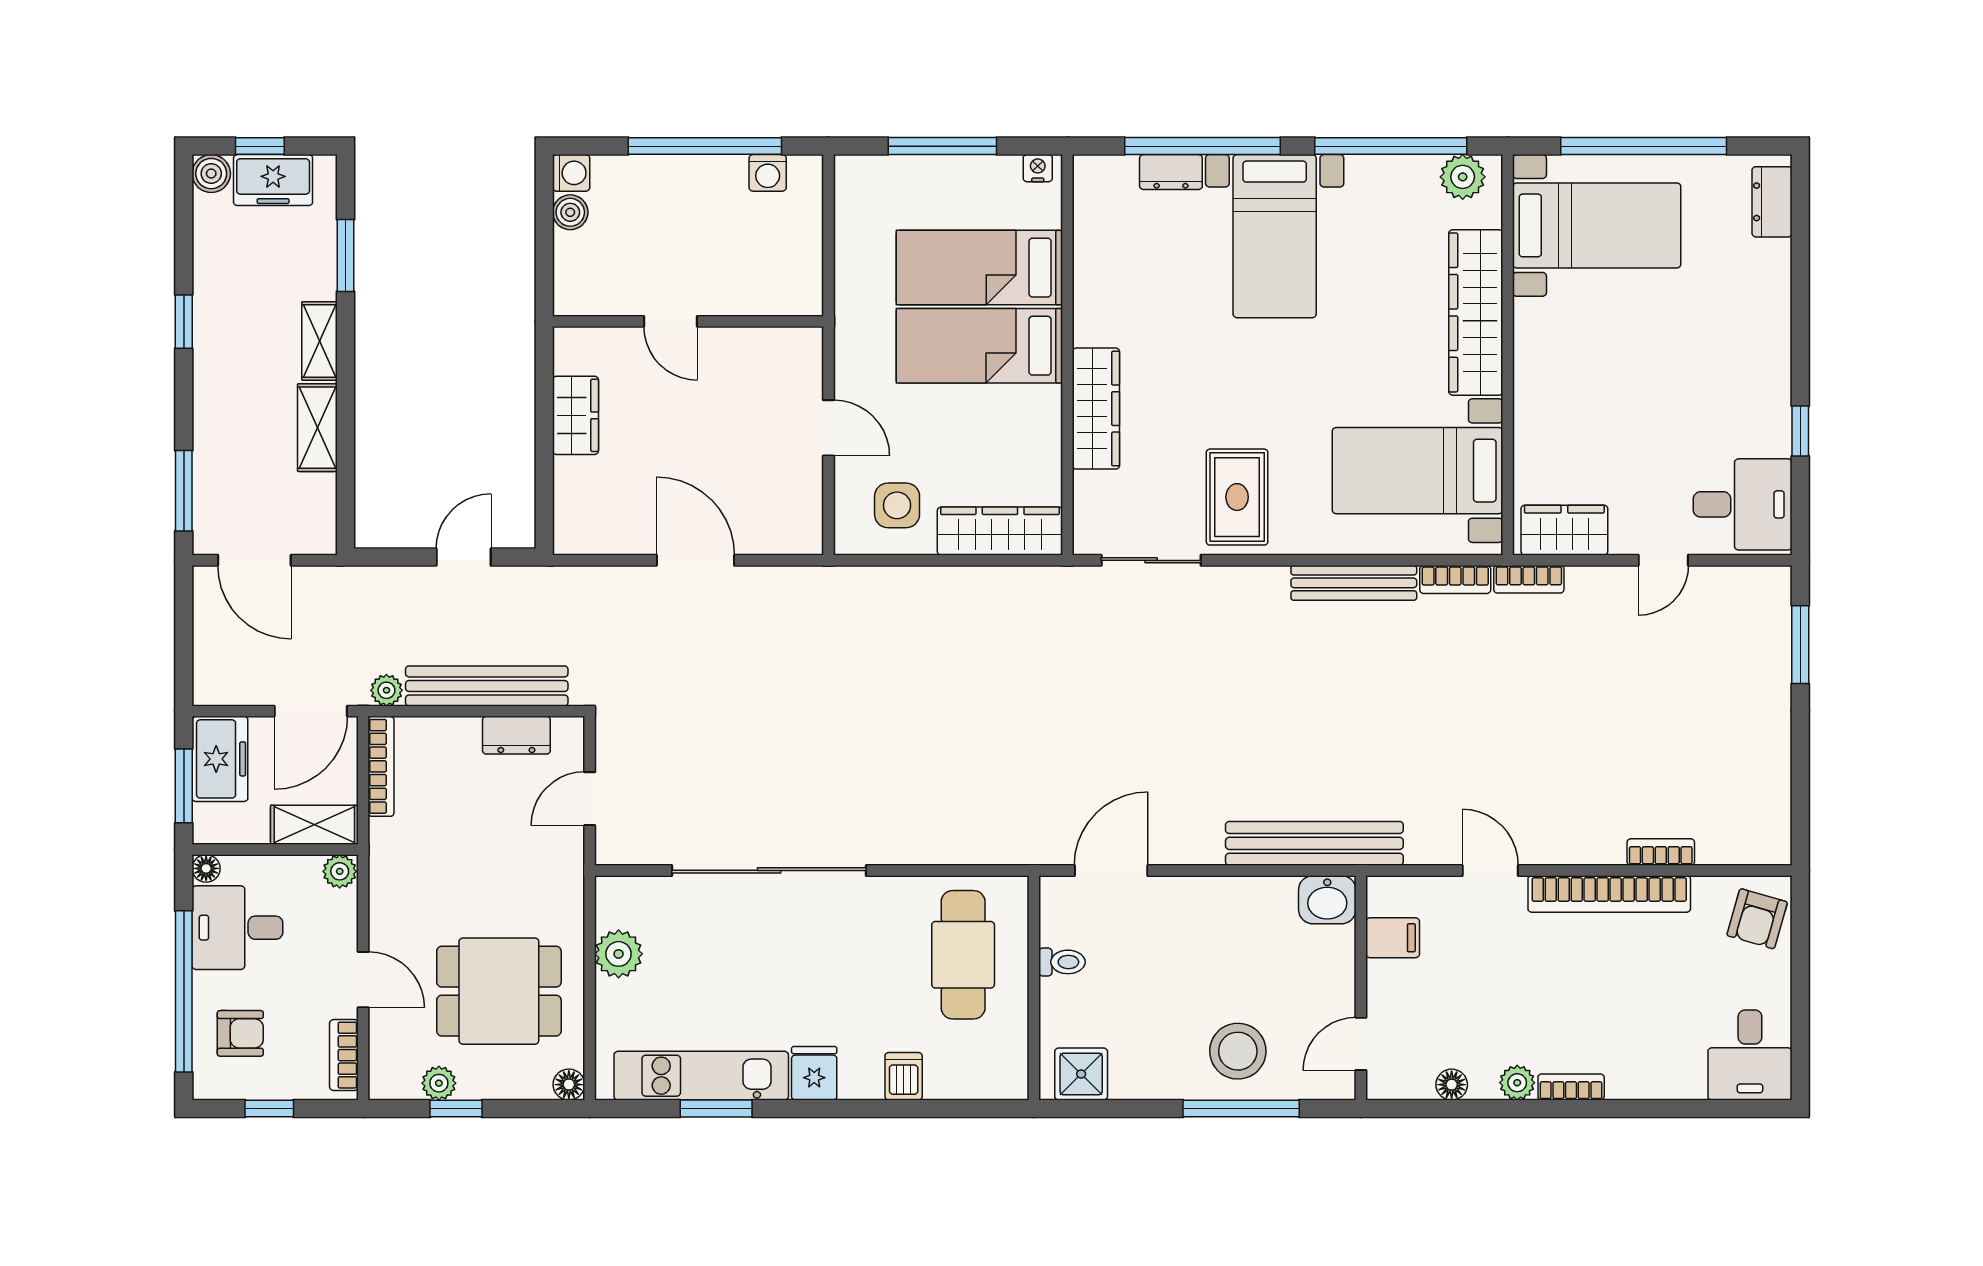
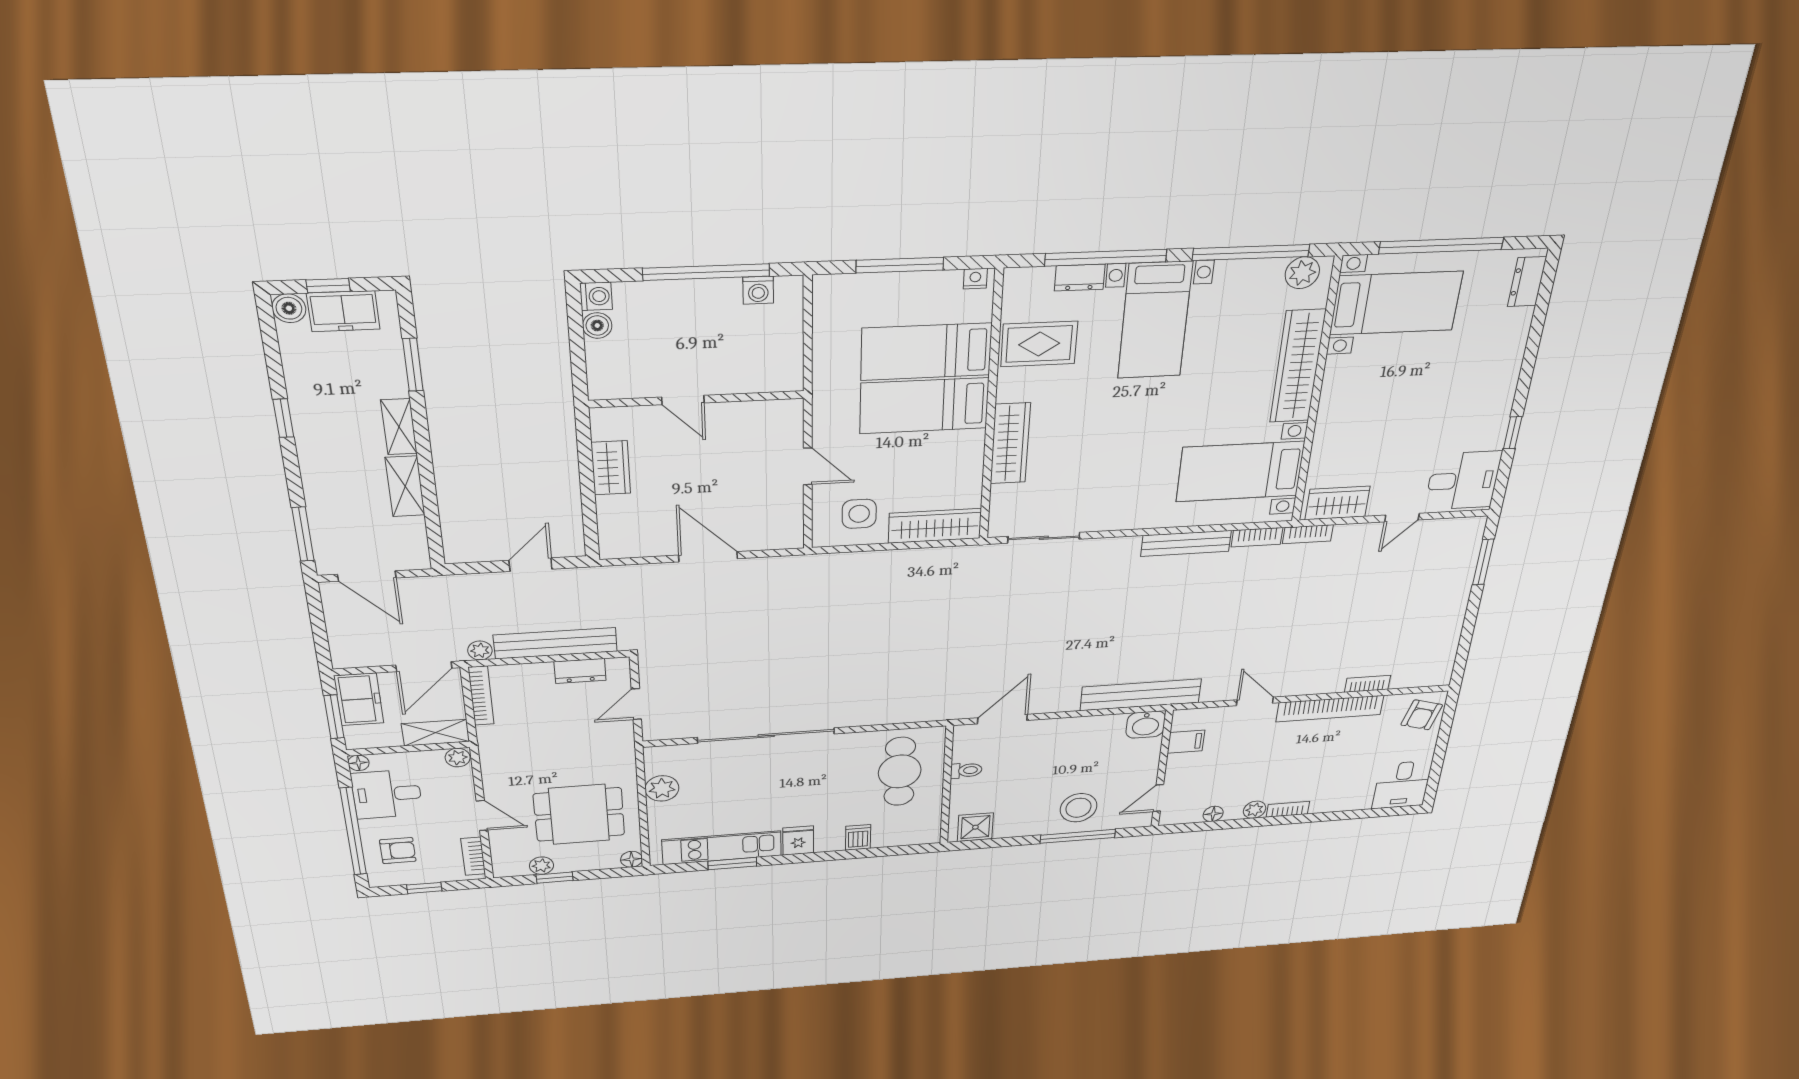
rug: (1237, 497) -> (1039, 344), moved, turned 90

